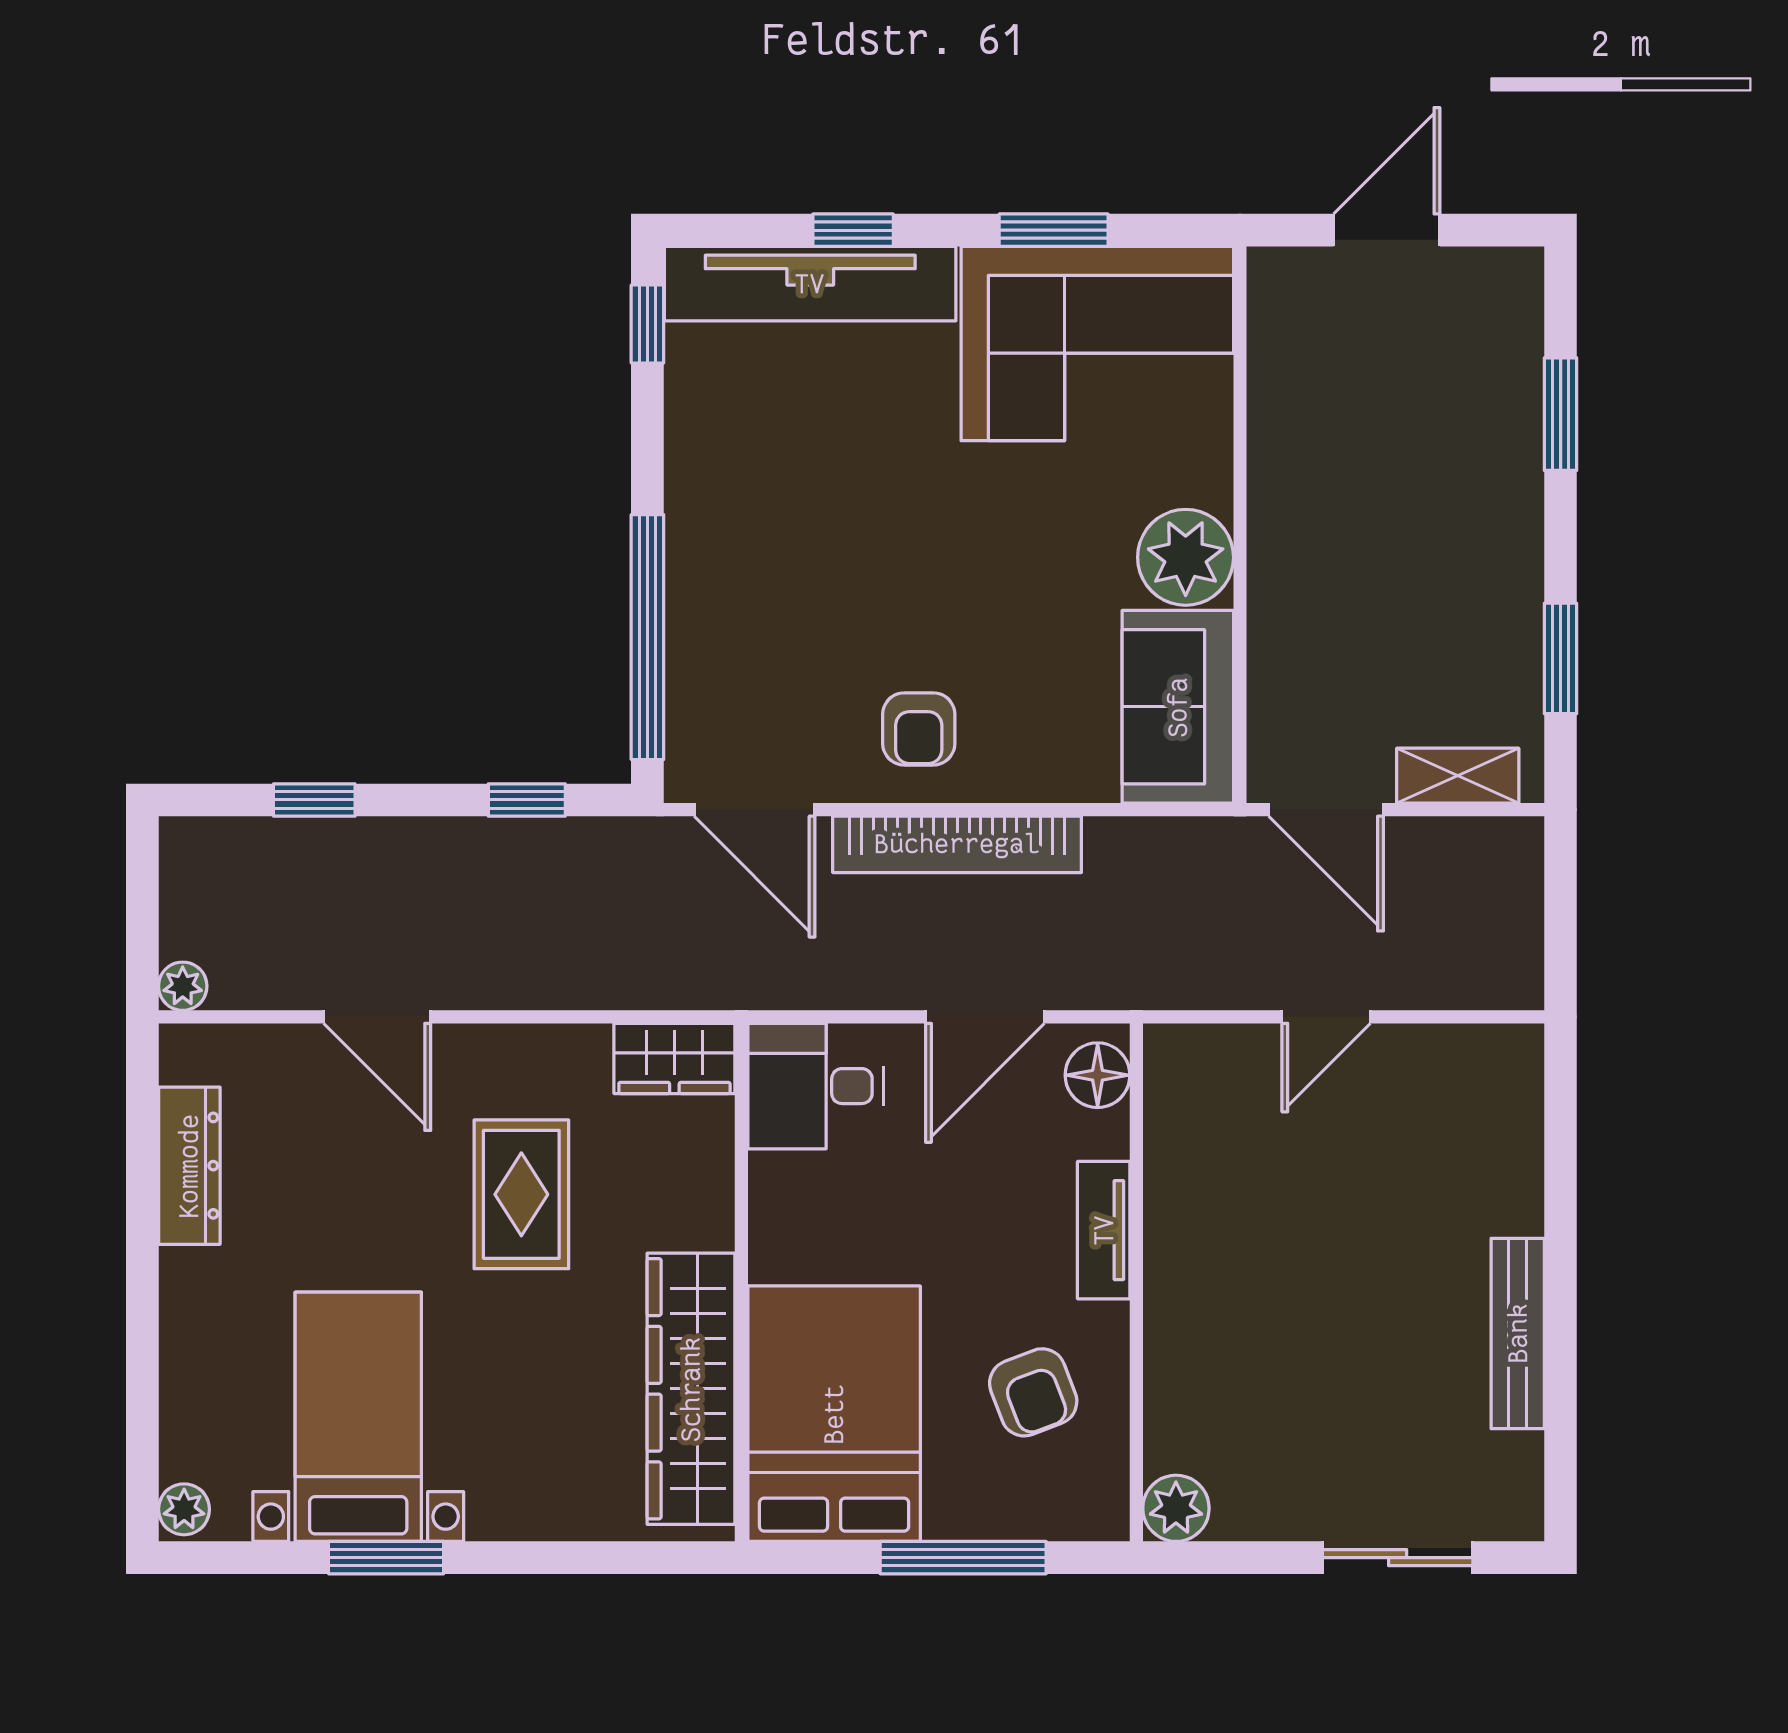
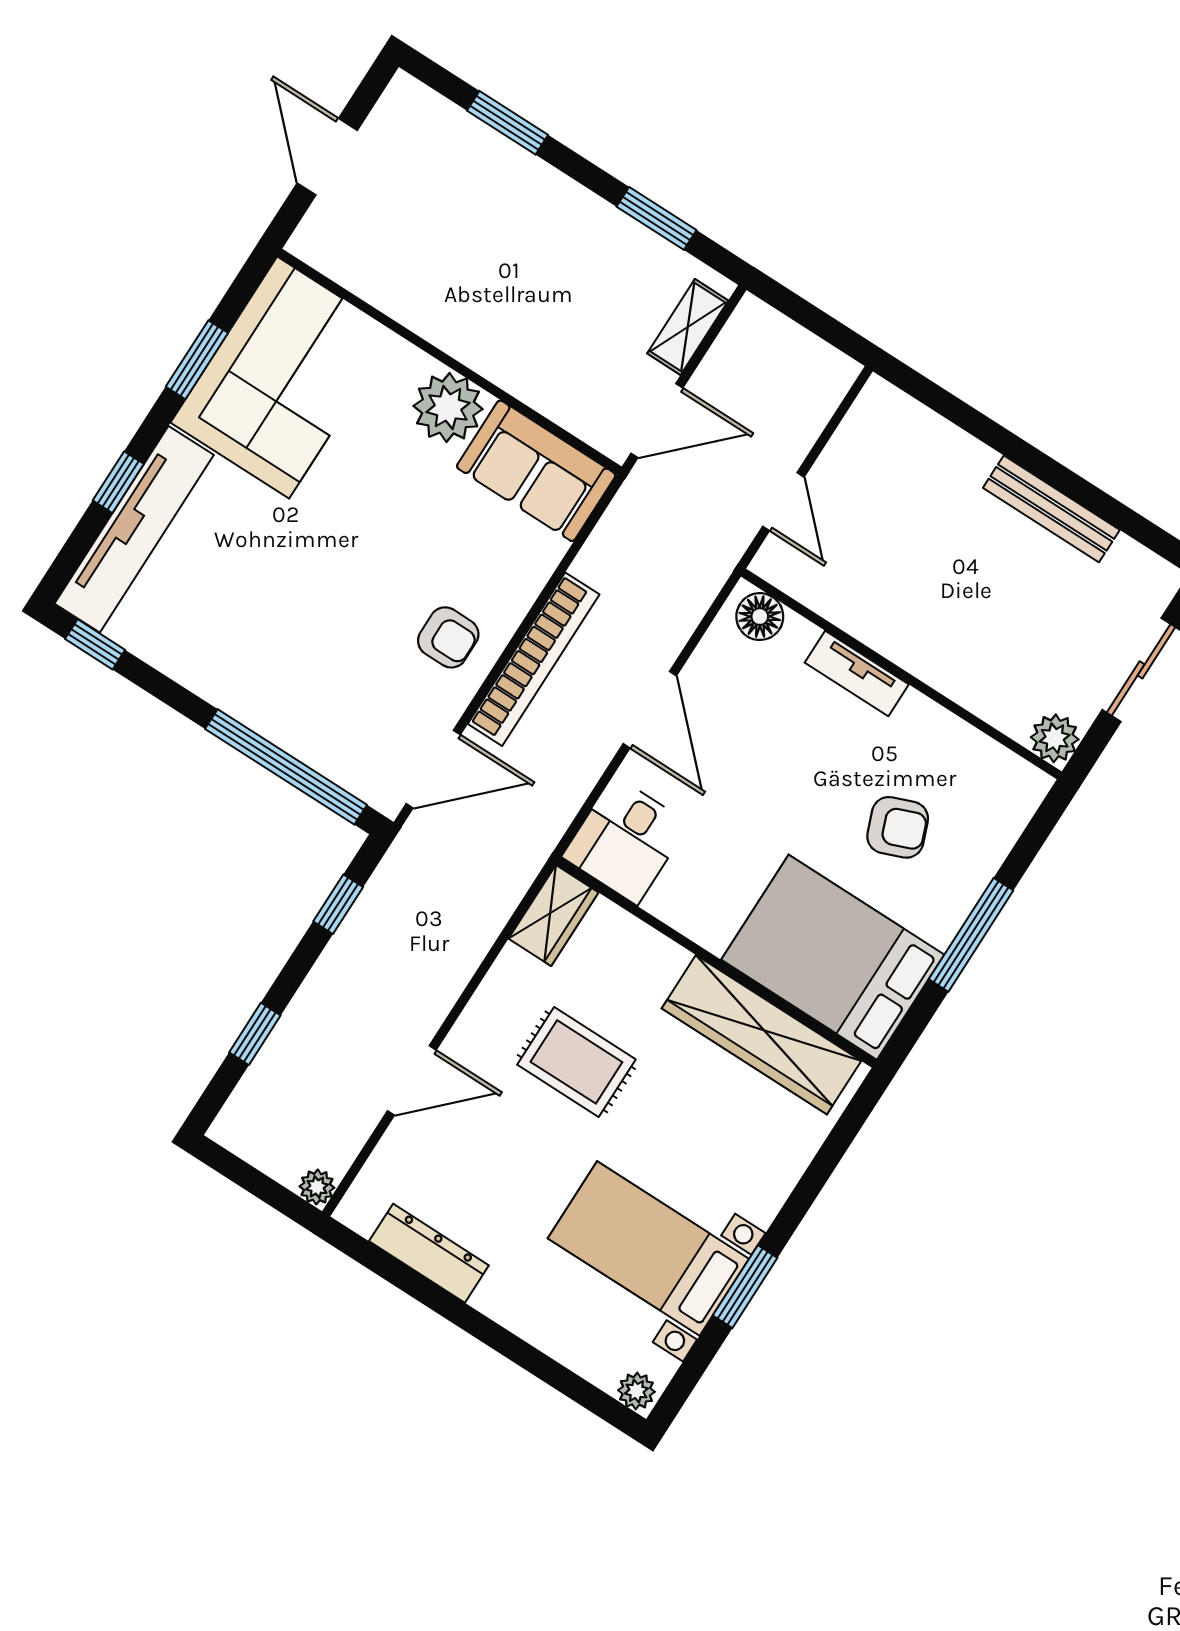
floor lamp: (1098, 1075) -> (760, 617), moved
tv unit: (1104, 1230) -> (857, 673), moved
wall: (1136, 1282) -> (901, 674), moved
plant: (1176, 1508) -> (1055, 738), moved

